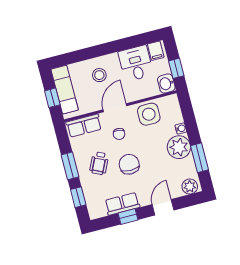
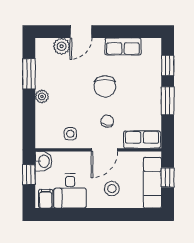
side table: (149, 114) -> (70, 134), width x0.54, depth x0.54
water cooler: (181, 129) -> (41, 110), removed
plant: (179, 147) -> (42, 97), width x0.53, depth x0.53
wheelchair: (99, 163) -> (136, 96), removed
plant: (190, 186) -> (62, 46), moved
window: (128, 216) -> (120, 32), removed

